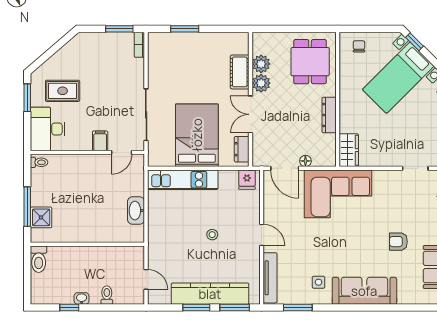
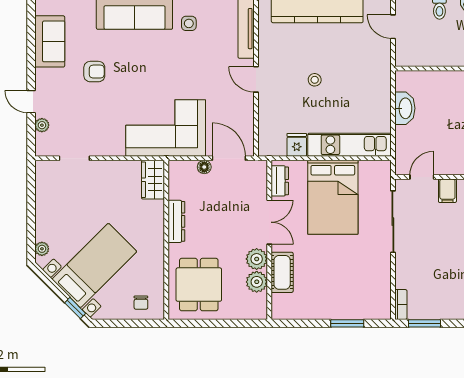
fridge: (247, 180) -> (297, 145), moved

